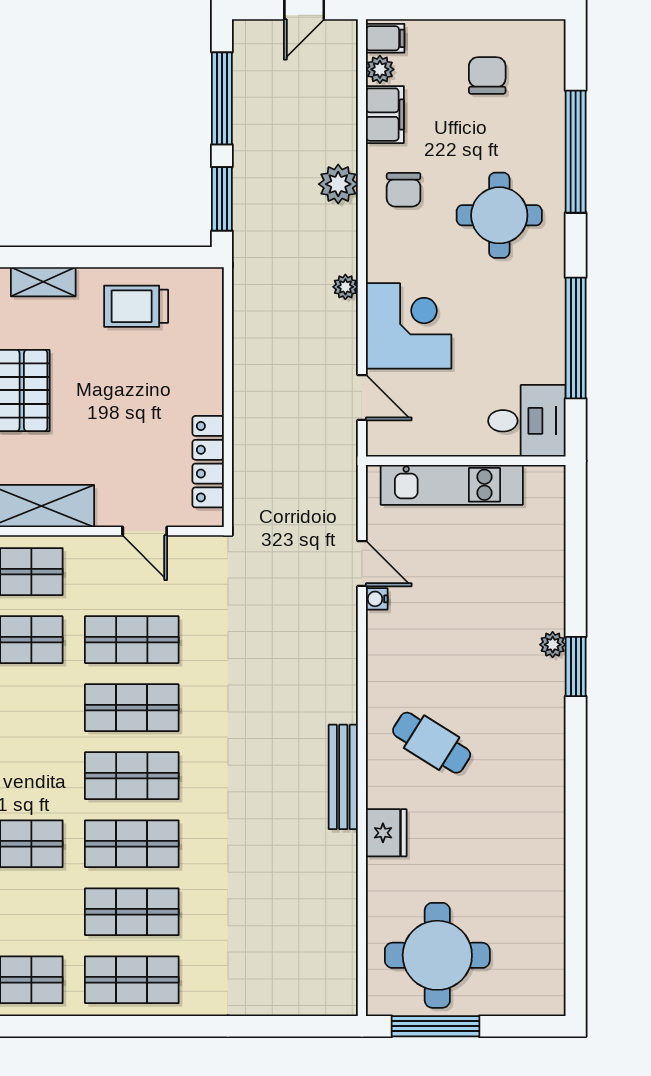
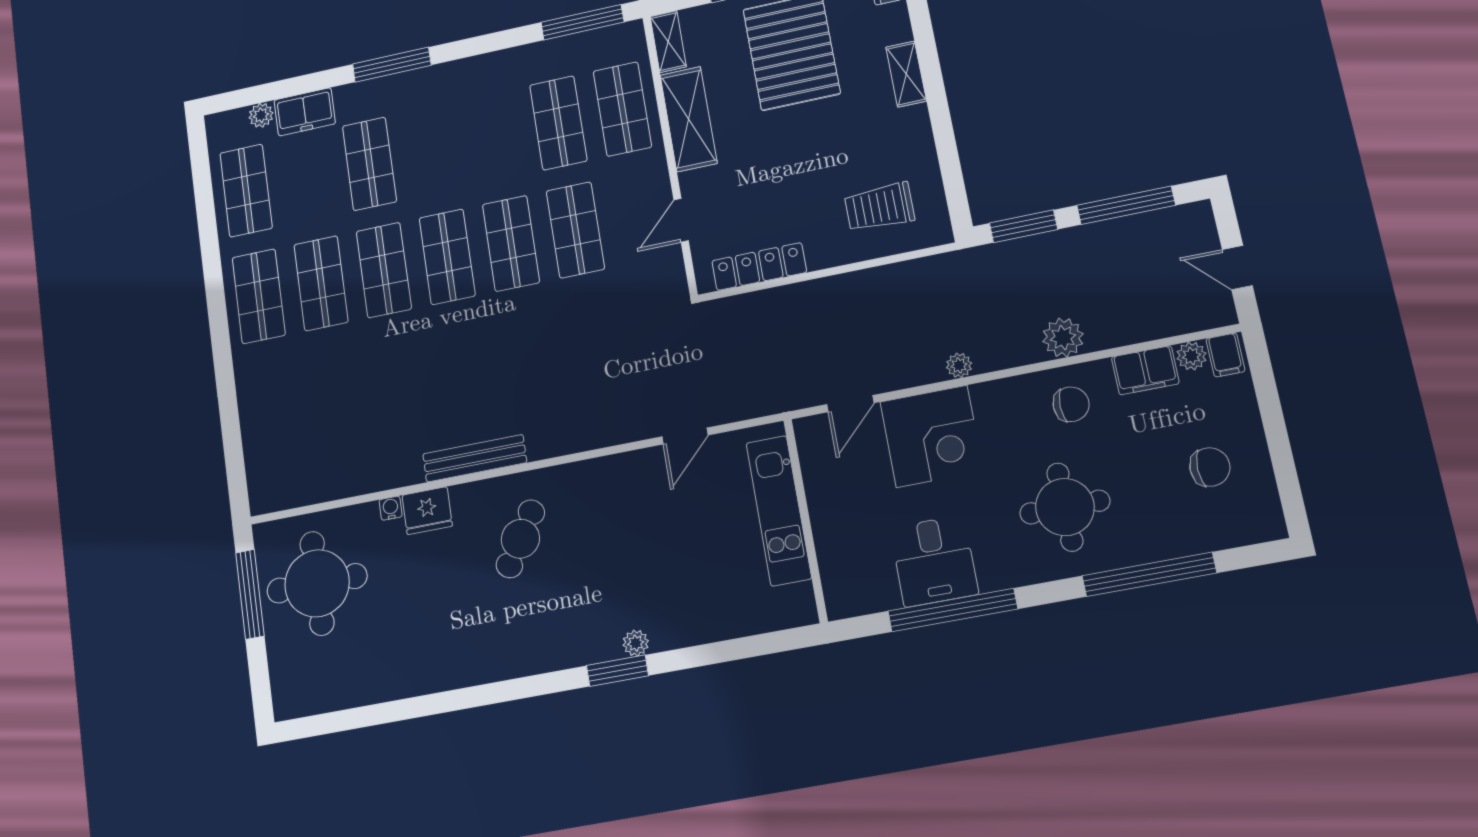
chair: (404, 190) -> (1071, 404), turned 180
trolley: (136, 306) -> (879, 207), moved, turned -90
desk: (527, 421) -> (934, 561), moved
water cooler: (377, 599) -> (391, 508), moved

